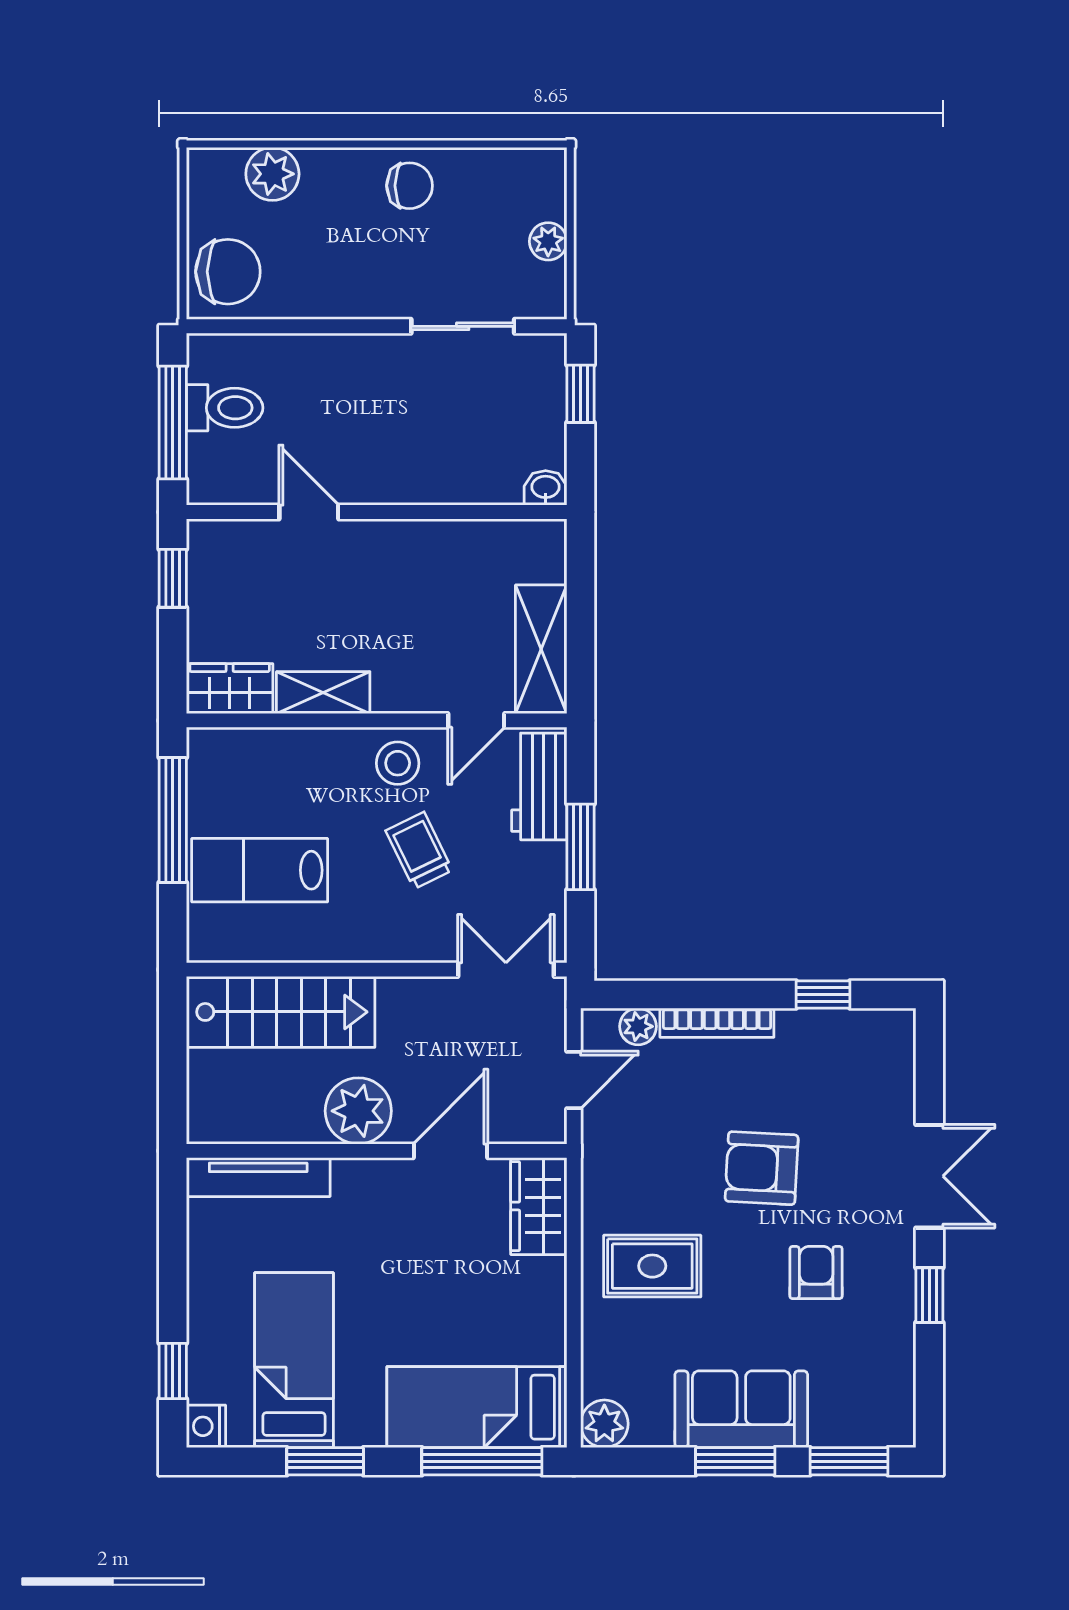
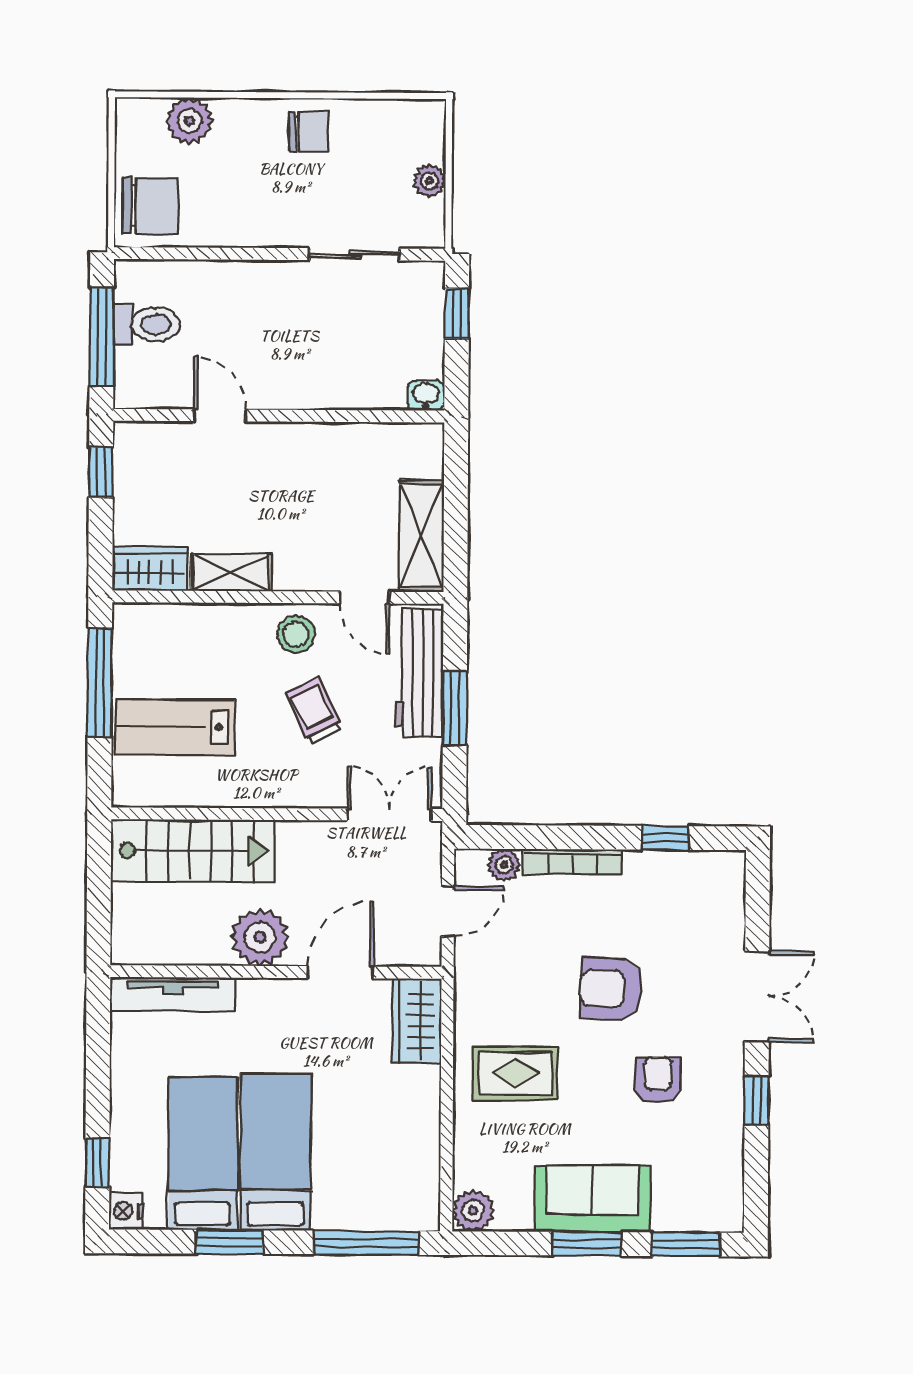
door: (476, 720) -> (365, 598), hinge flipped
workbench: (539, 786) -> (419, 673), width x1.38
bed: (477, 1407) -> (276, 1152), moved, turned 90

